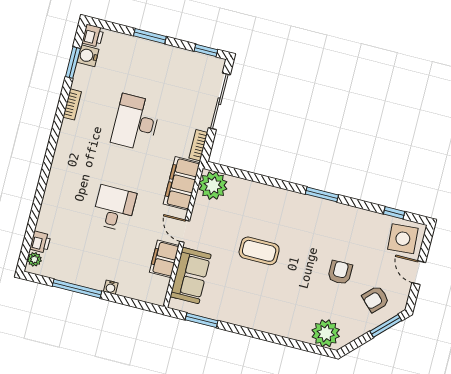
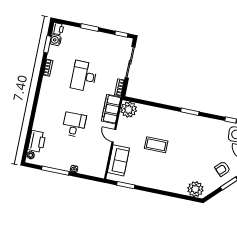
printer: (40, 242) -> (37, 141), width x1.87, depth x1.48
filing cabinet: (164, 259) -> (103, 152), removed
armchair: (340, 272) -> (202, 155), removed

